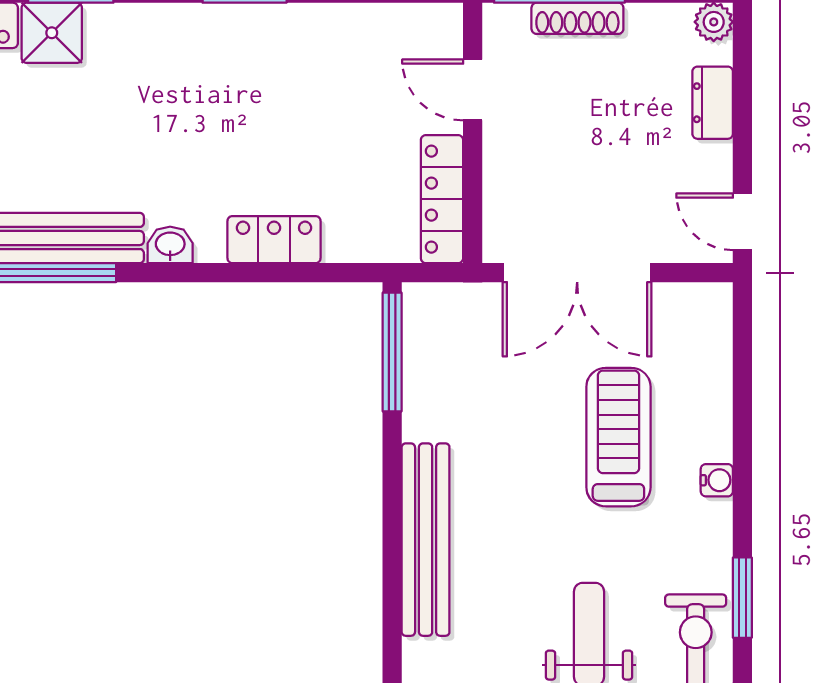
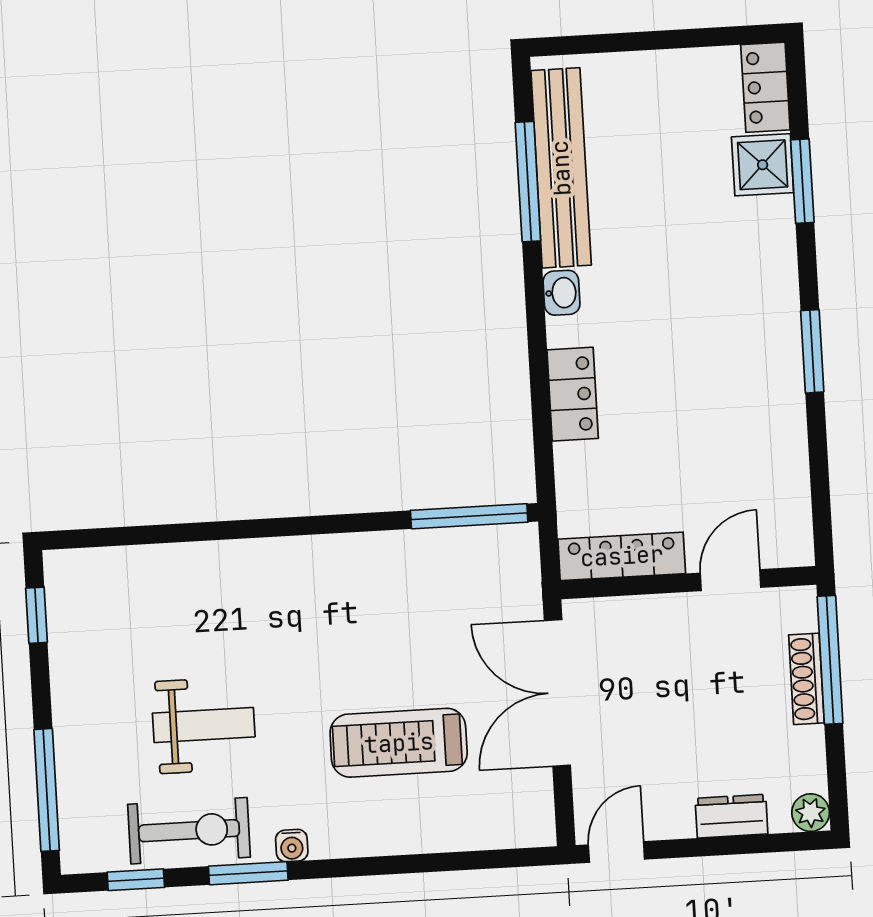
treadmill: (618, 437) -> (399, 743), turned 180
water cooler: (717, 480) -> (292, 846), moved
bench: (426, 540) -> (287, 560), removed

